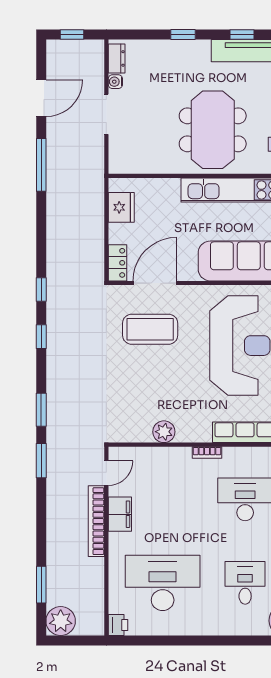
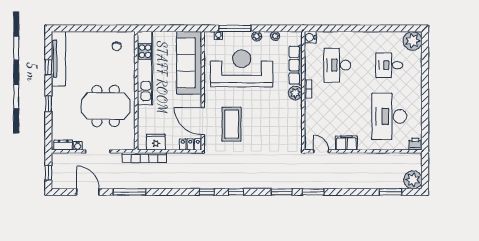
meeting table: (213, 130) -> (106, 106), moved
plant: (164, 432) -> (295, 93), moved
bookcase: (96, 521) -> (144, 158), moved

